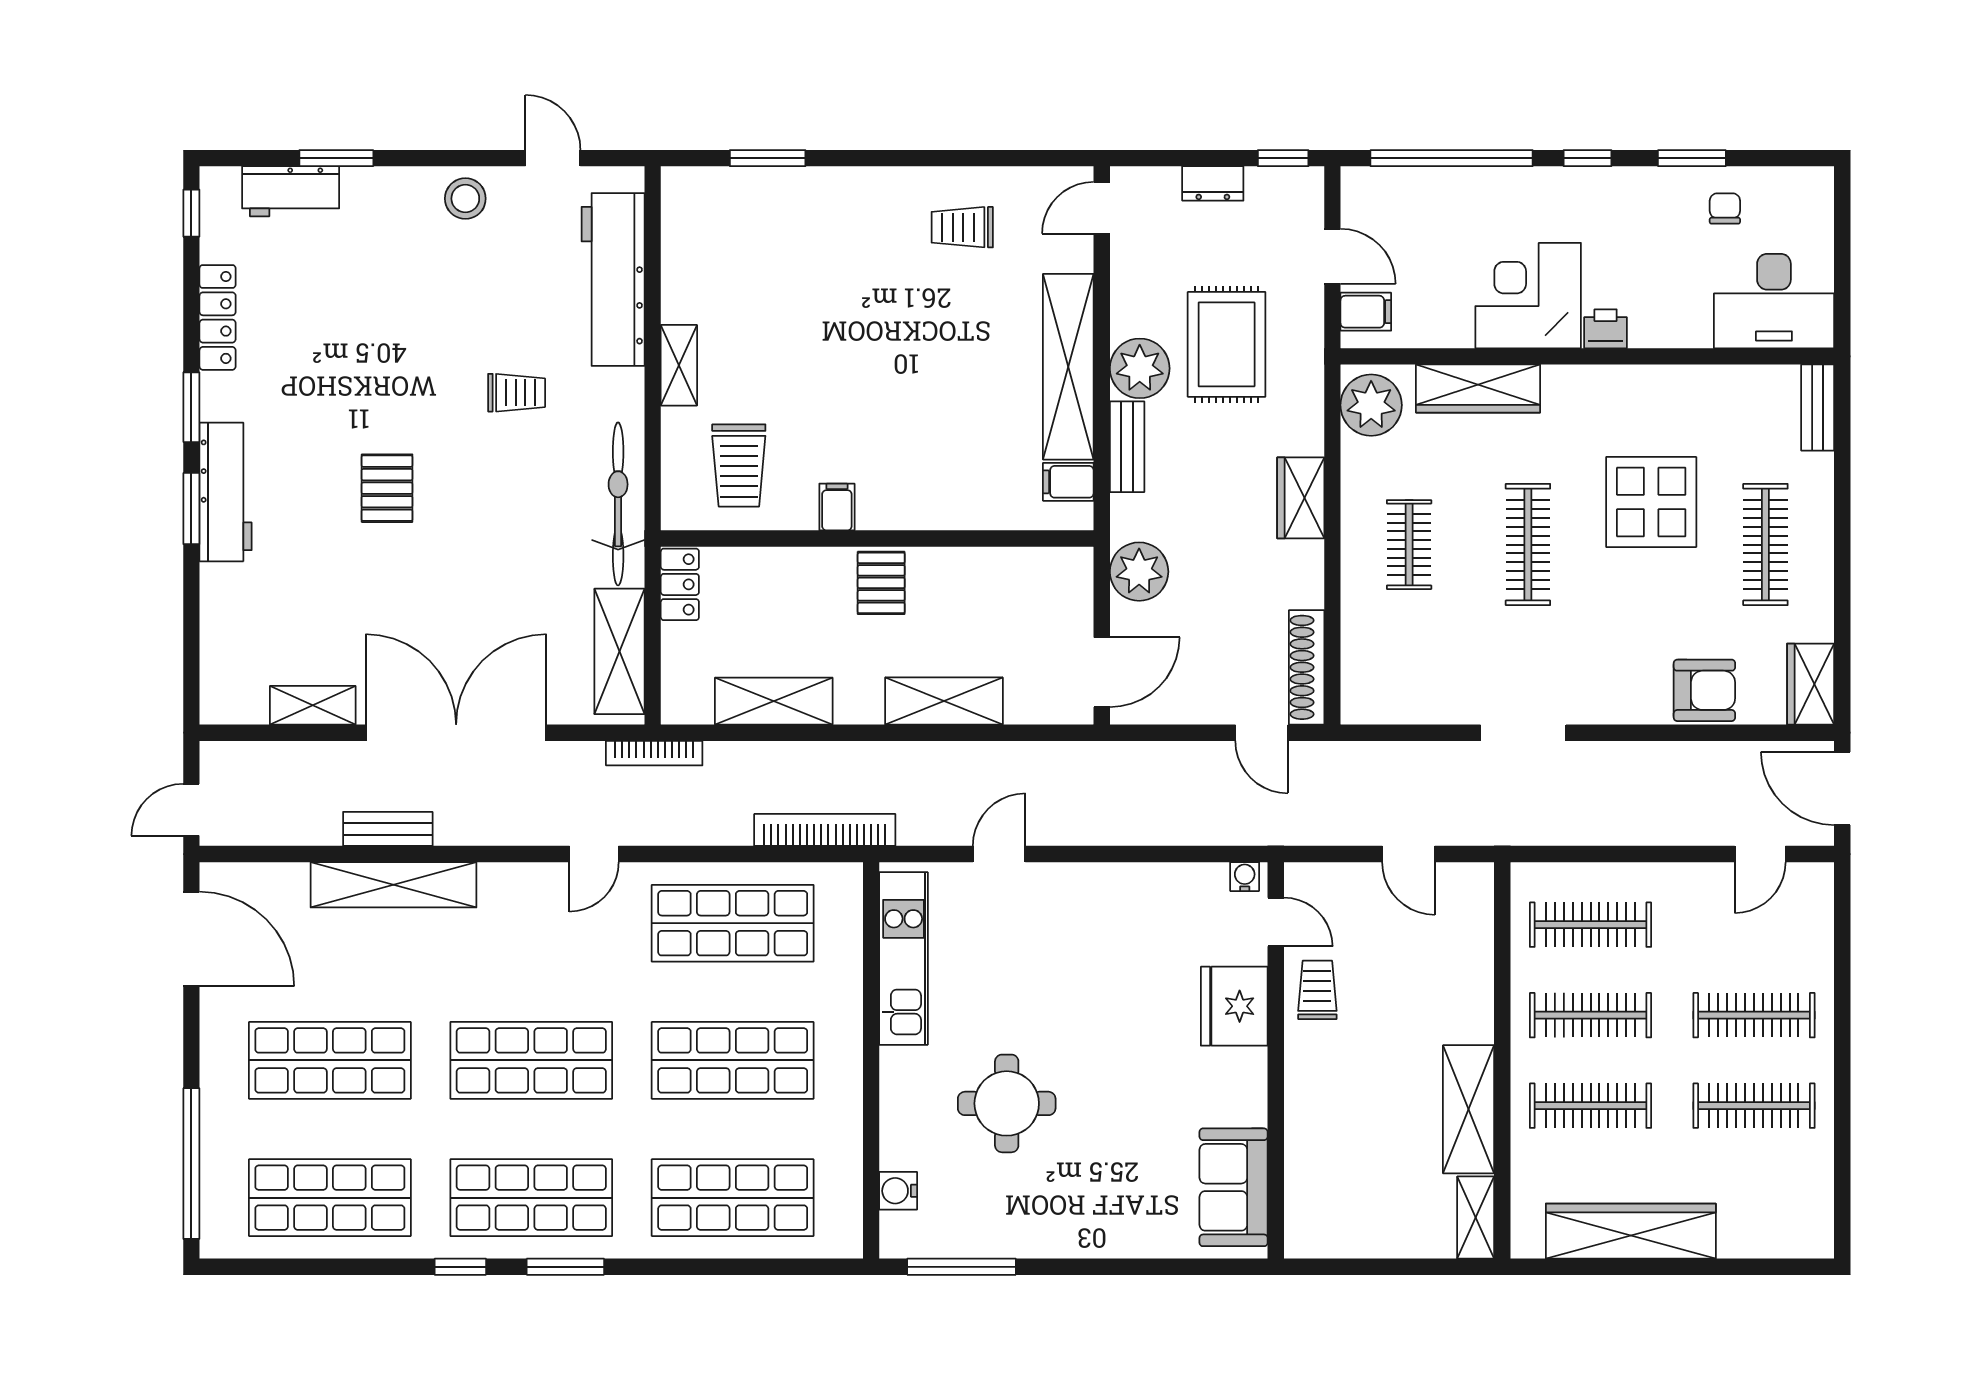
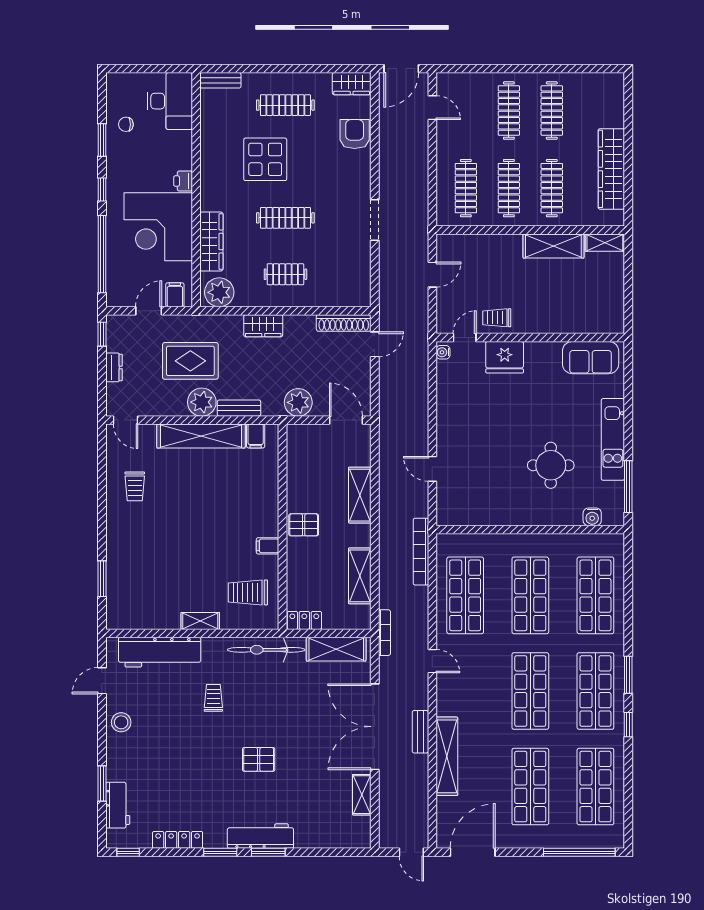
corner desk: (1528, 296) -> (158, 227), width x1.36, depth x1.36
trolley: (739, 465) -> (248, 592), turned 180
bench: (388, 829) -> (420, 732), moved
kitchen unit: (904, 958) -> (613, 439), moved, turned -90

